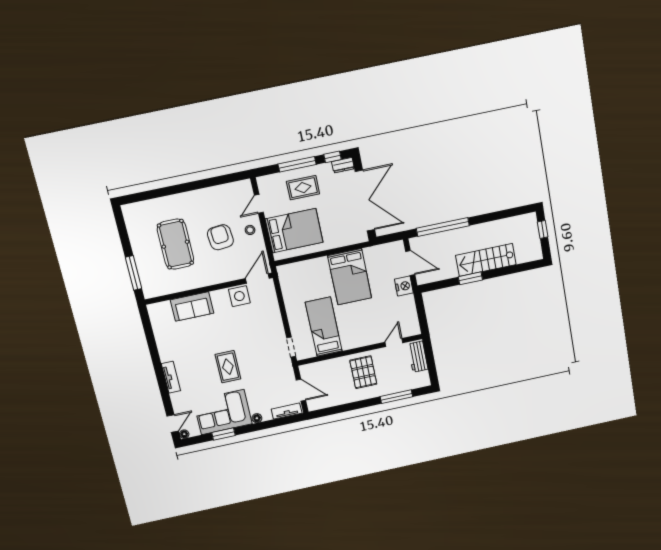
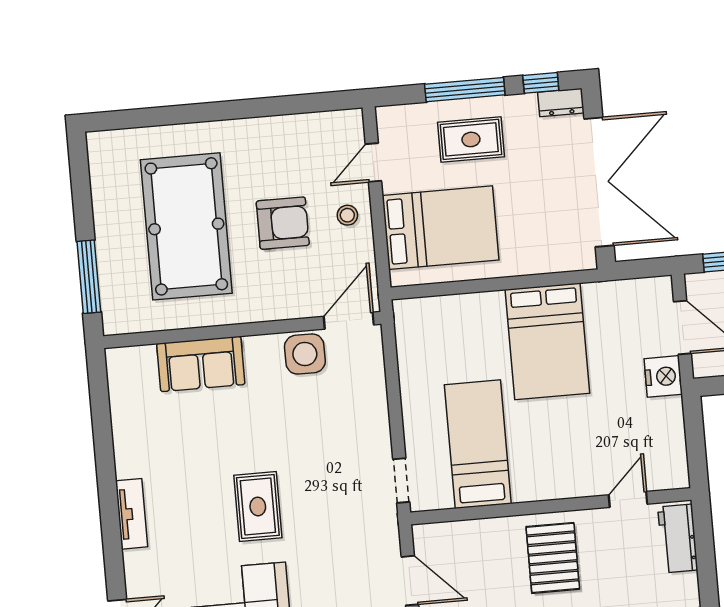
armchair: (220, 237) -> (283, 223), turned 95
pool table: (175, 244) -> (186, 226), width x1.36, depth x1.32

